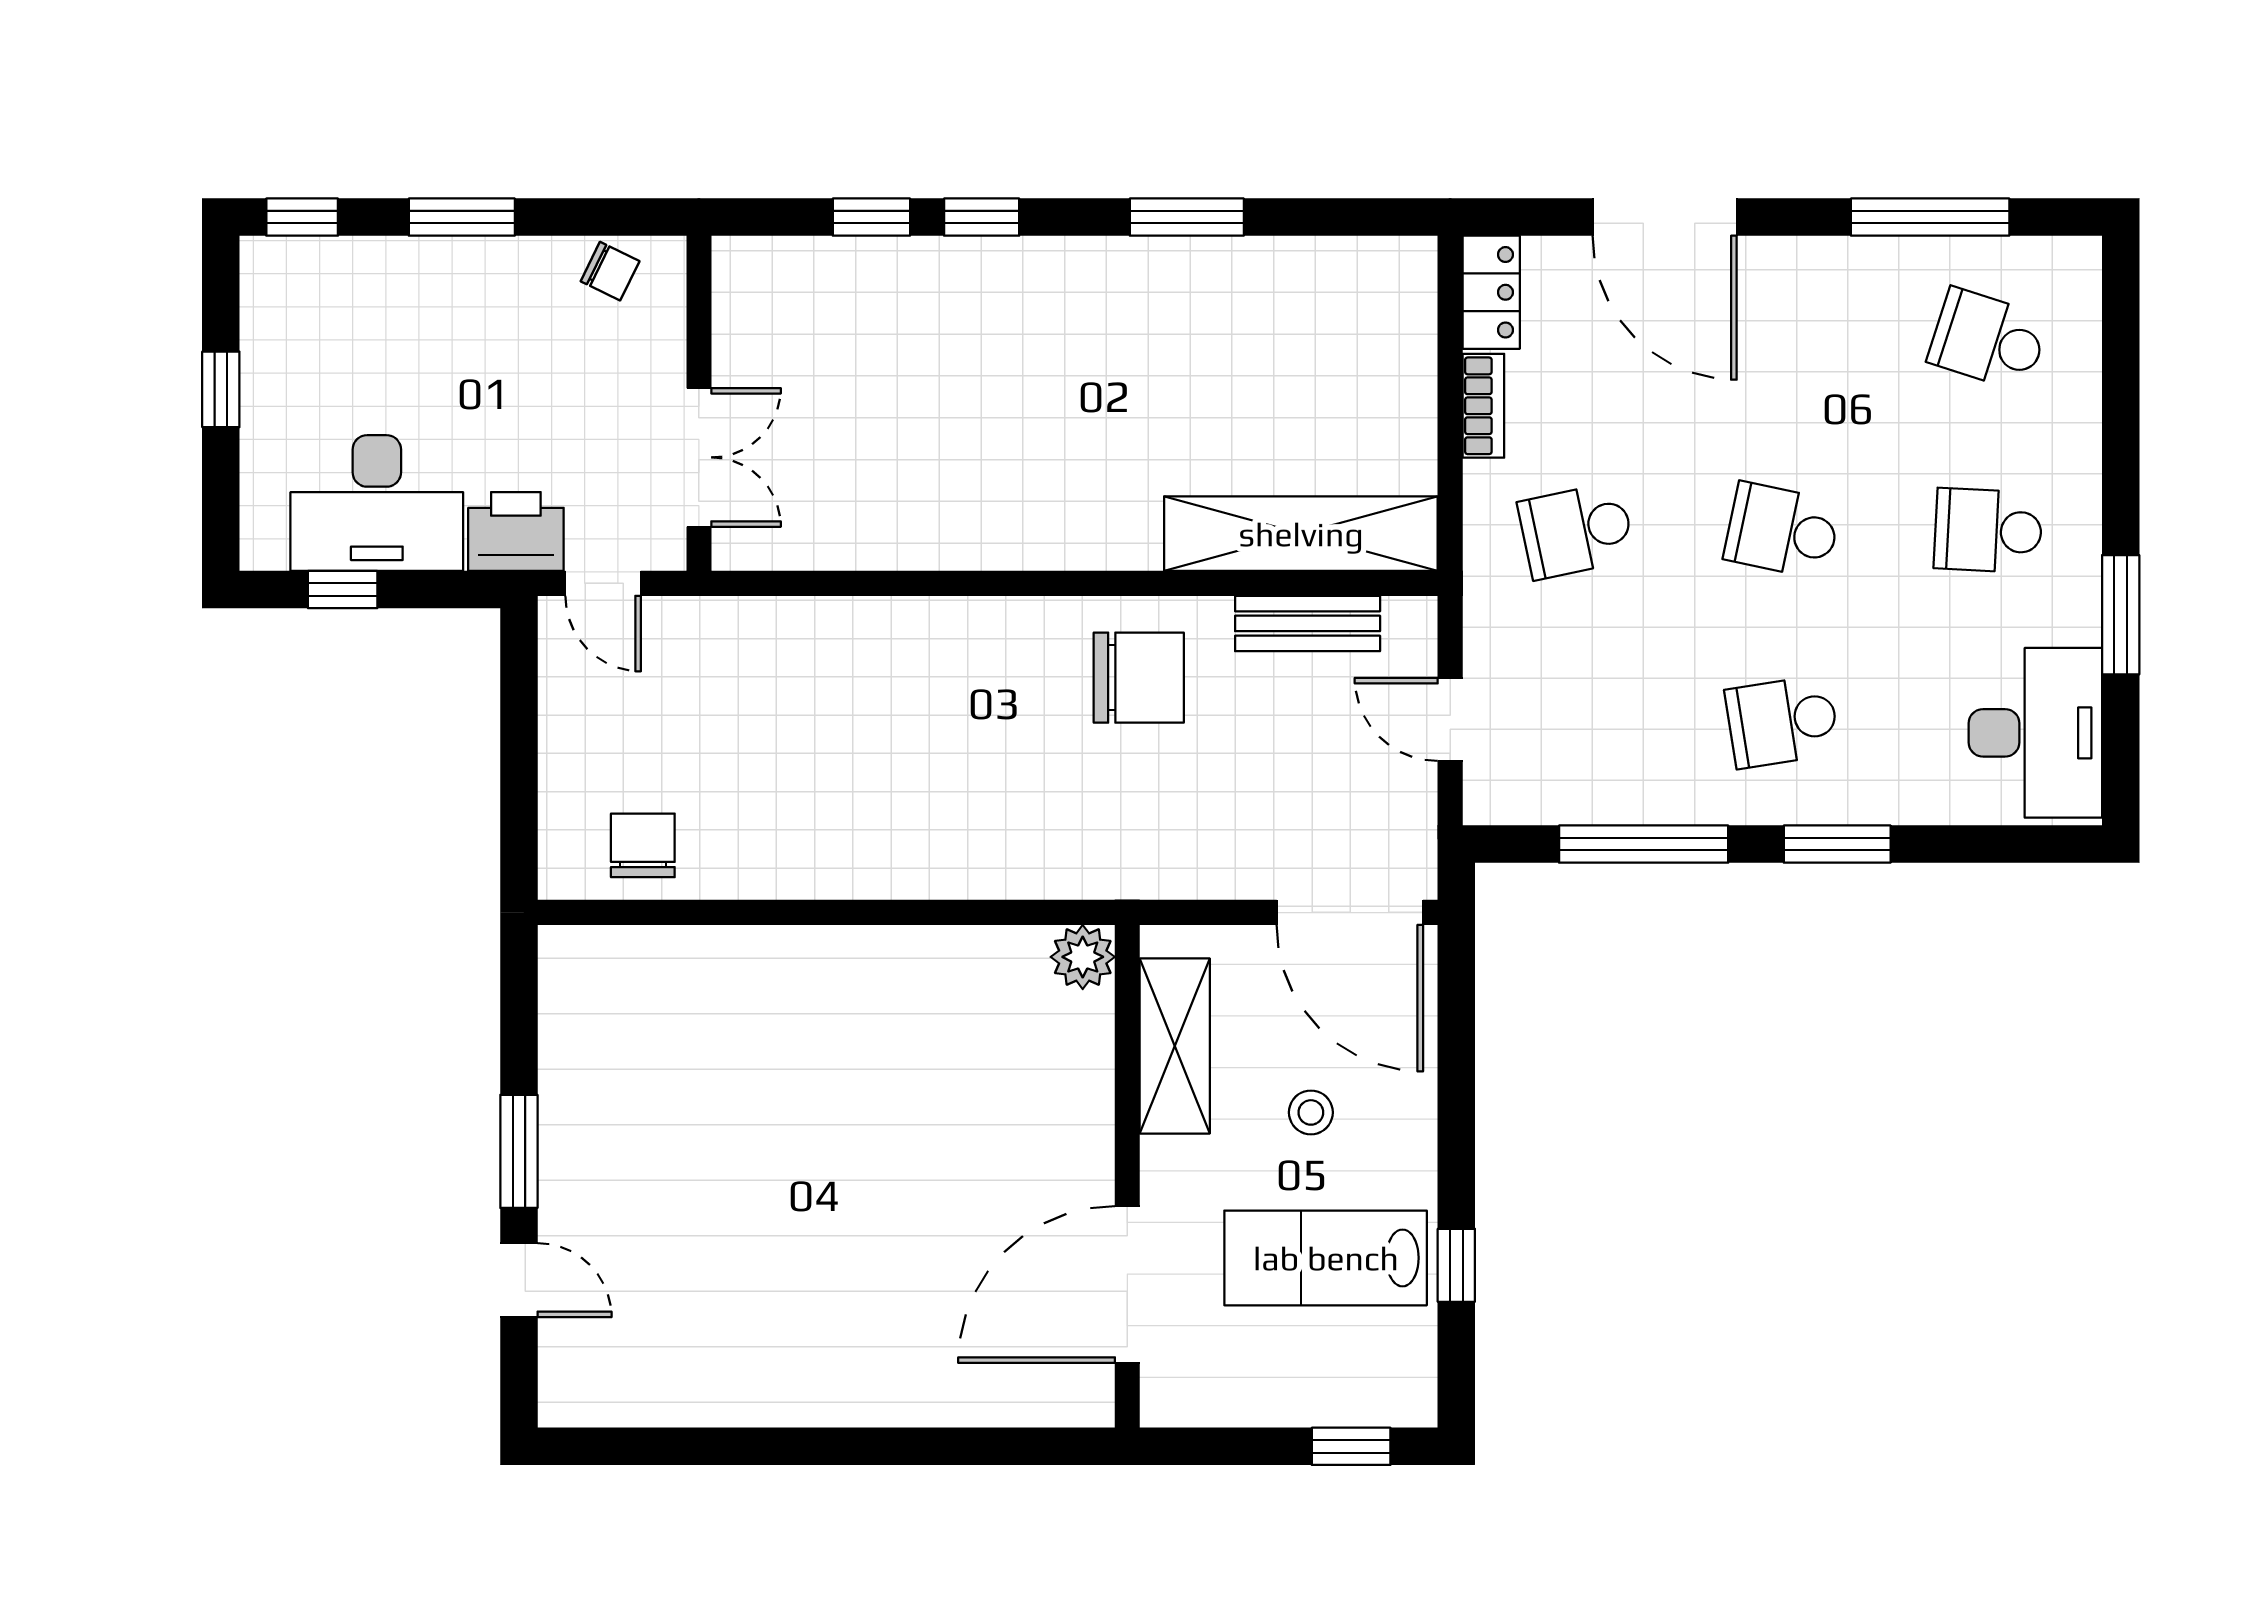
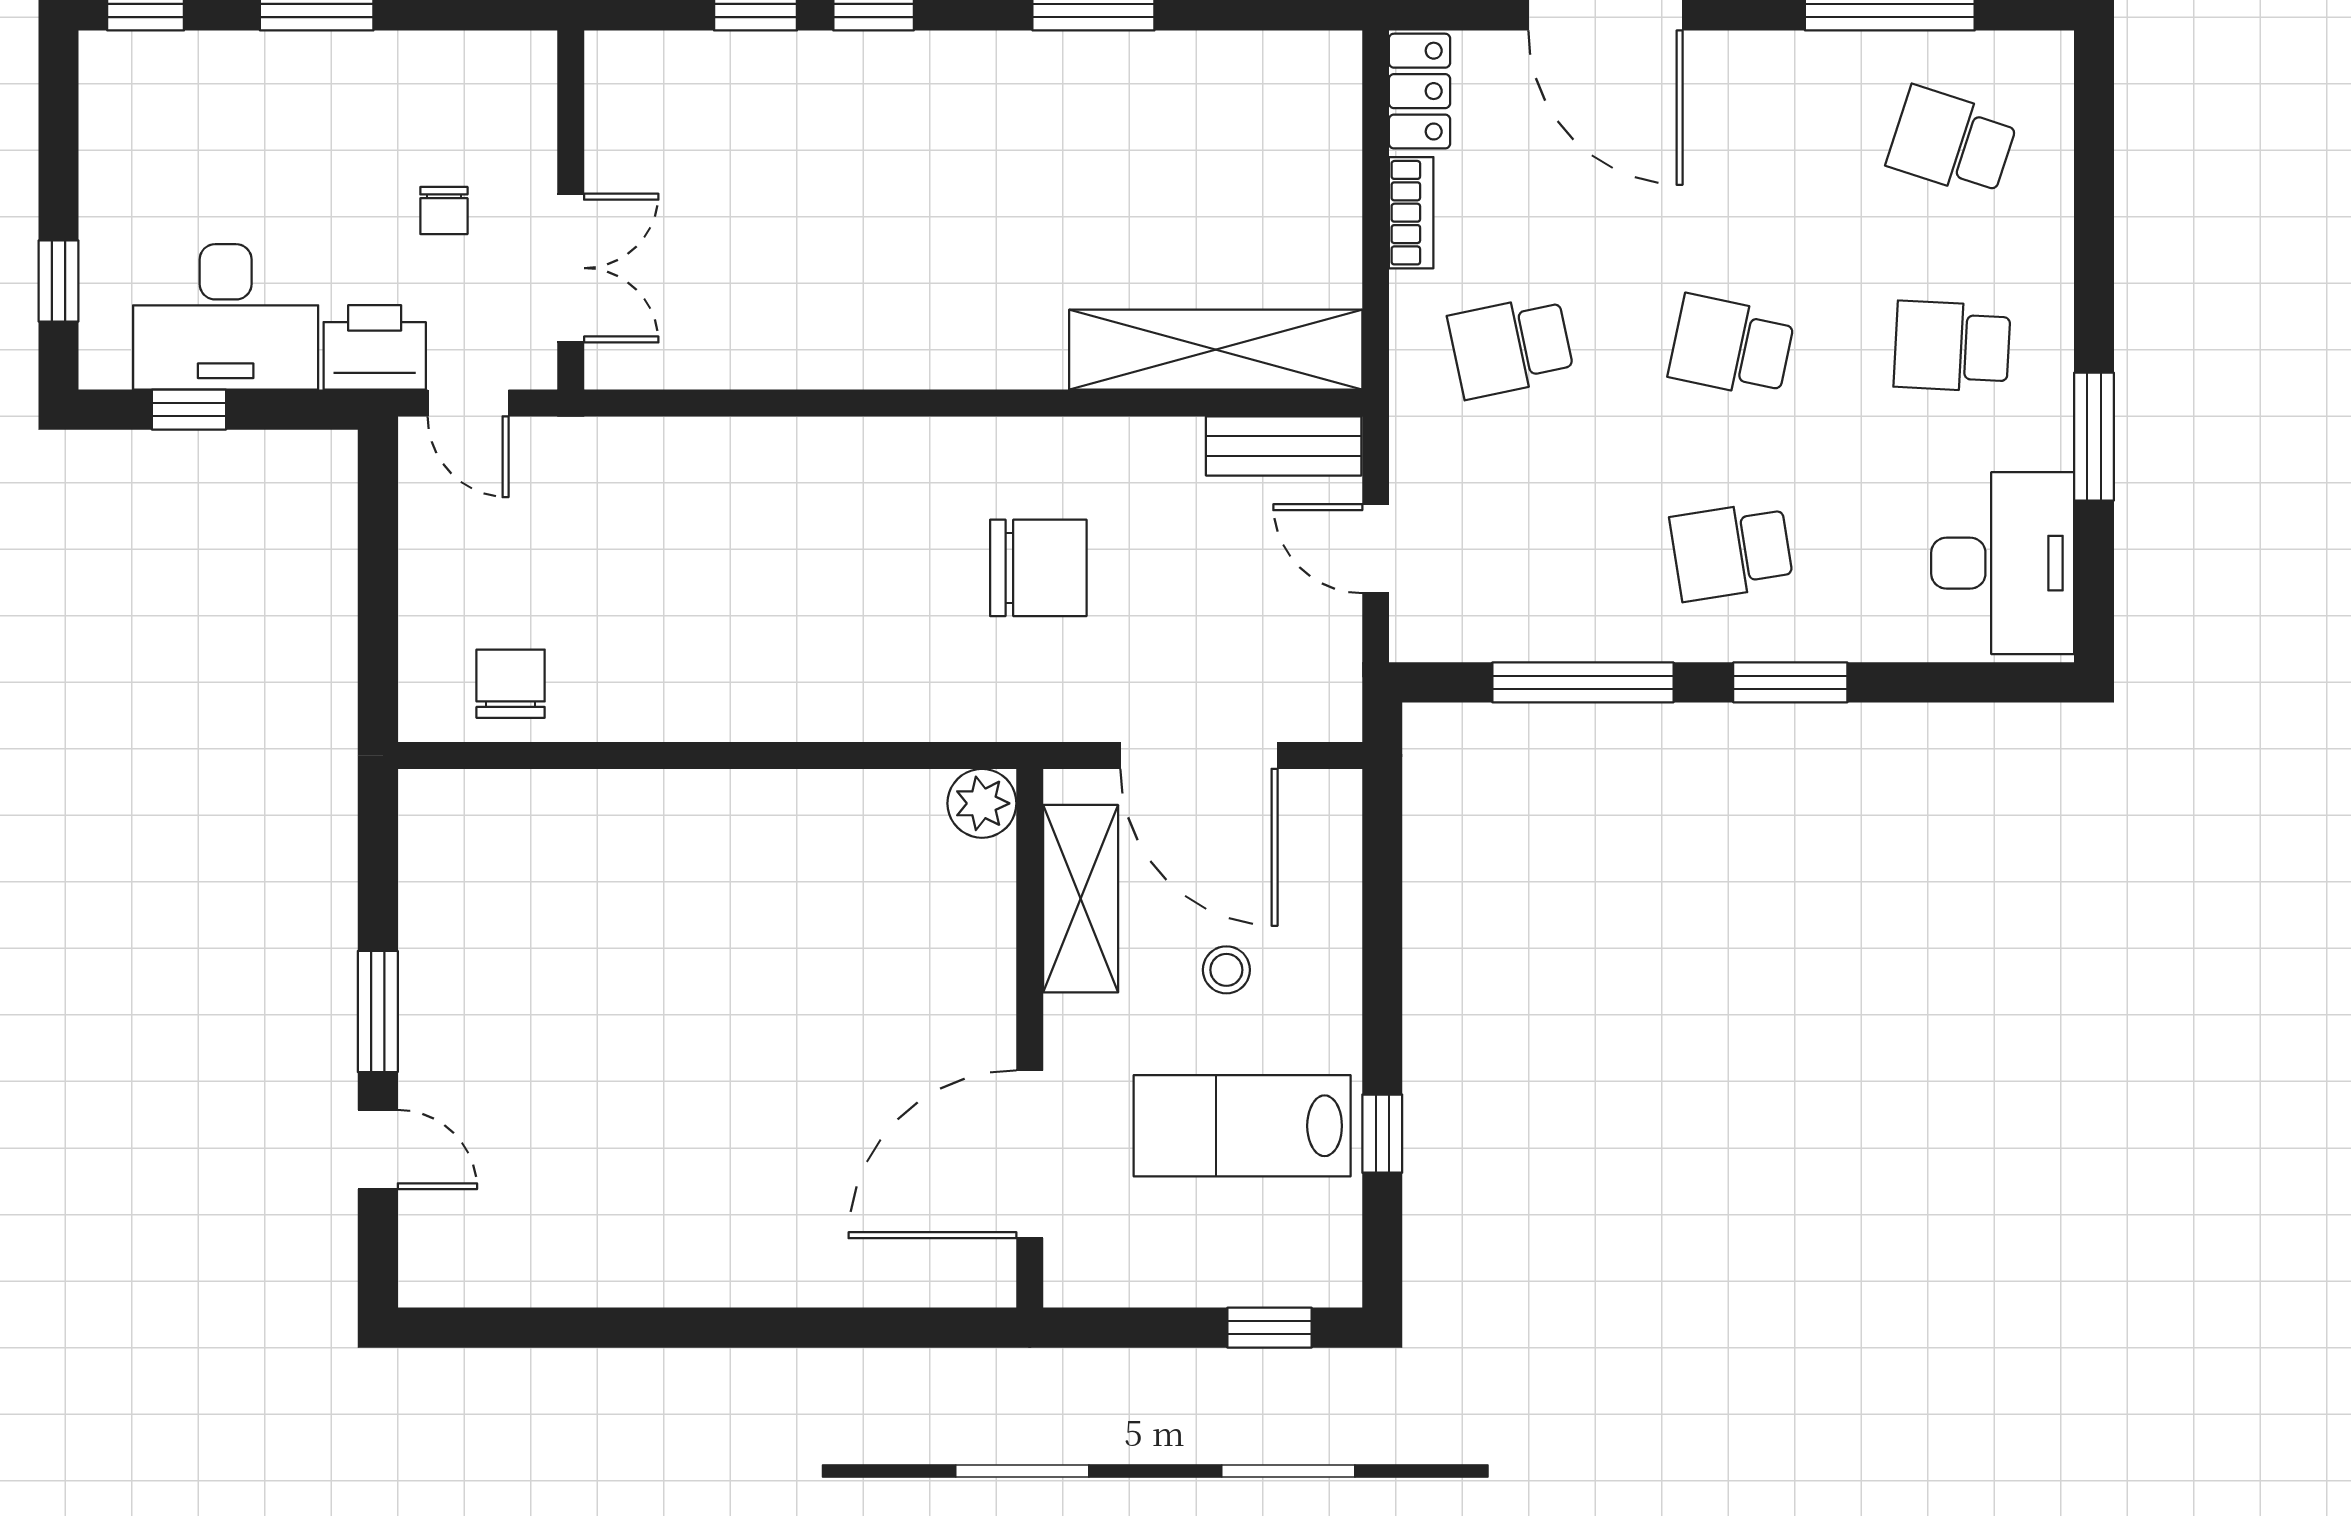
chair: (610, 271) -> (444, 211), moved, turned 64
window: (221, 389) -> (59, 281), moved
bench: (1308, 623) -> (1284, 446), moved
chair: (1139, 678) -> (1038, 568), moved
door: (1350, 912) -> (1199, 756), moved

